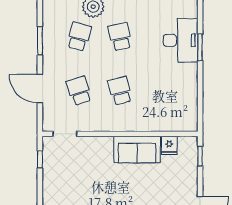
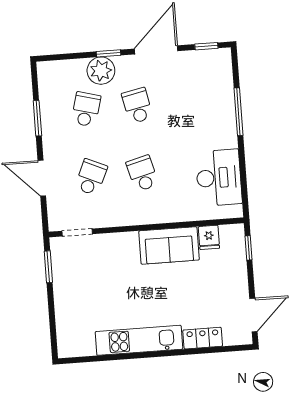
desk: (181, 40) -> (219, 178), moved
window: (200, 47) -> (238, 112), width x1.44
school desk: (79, 91) -> (91, 177), turned 42
window: (40, 159) -> (48, 267), width x1.50

